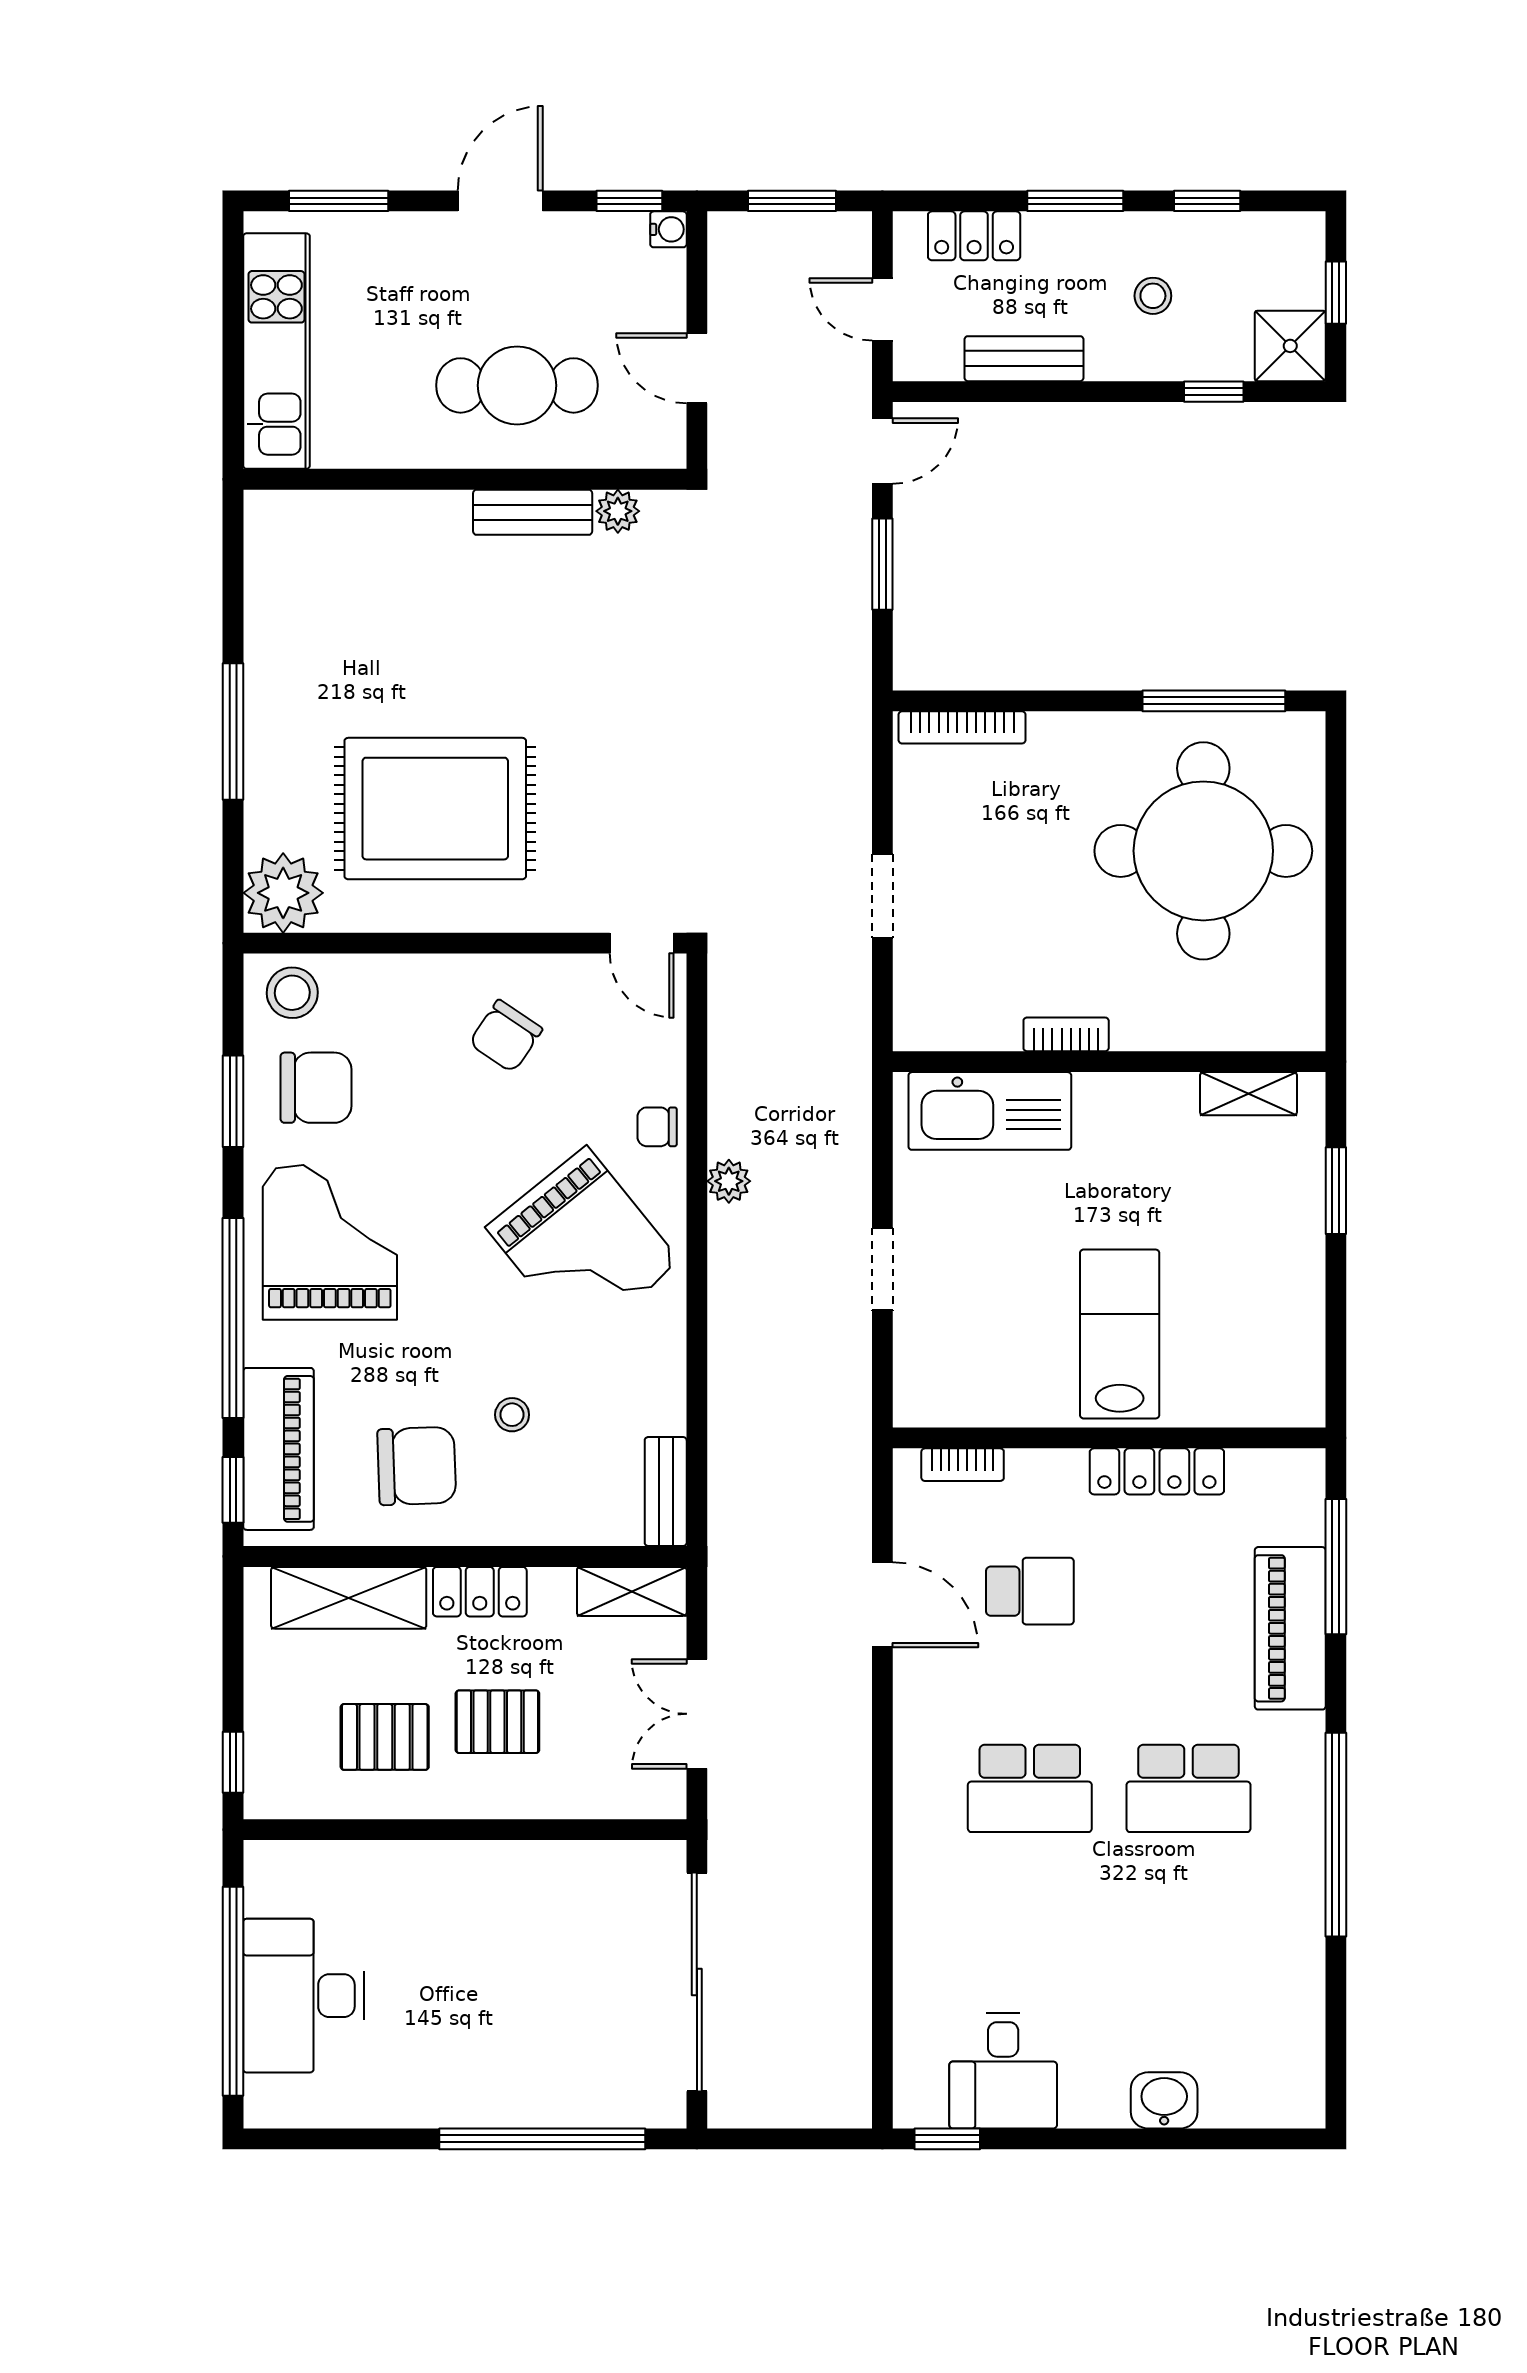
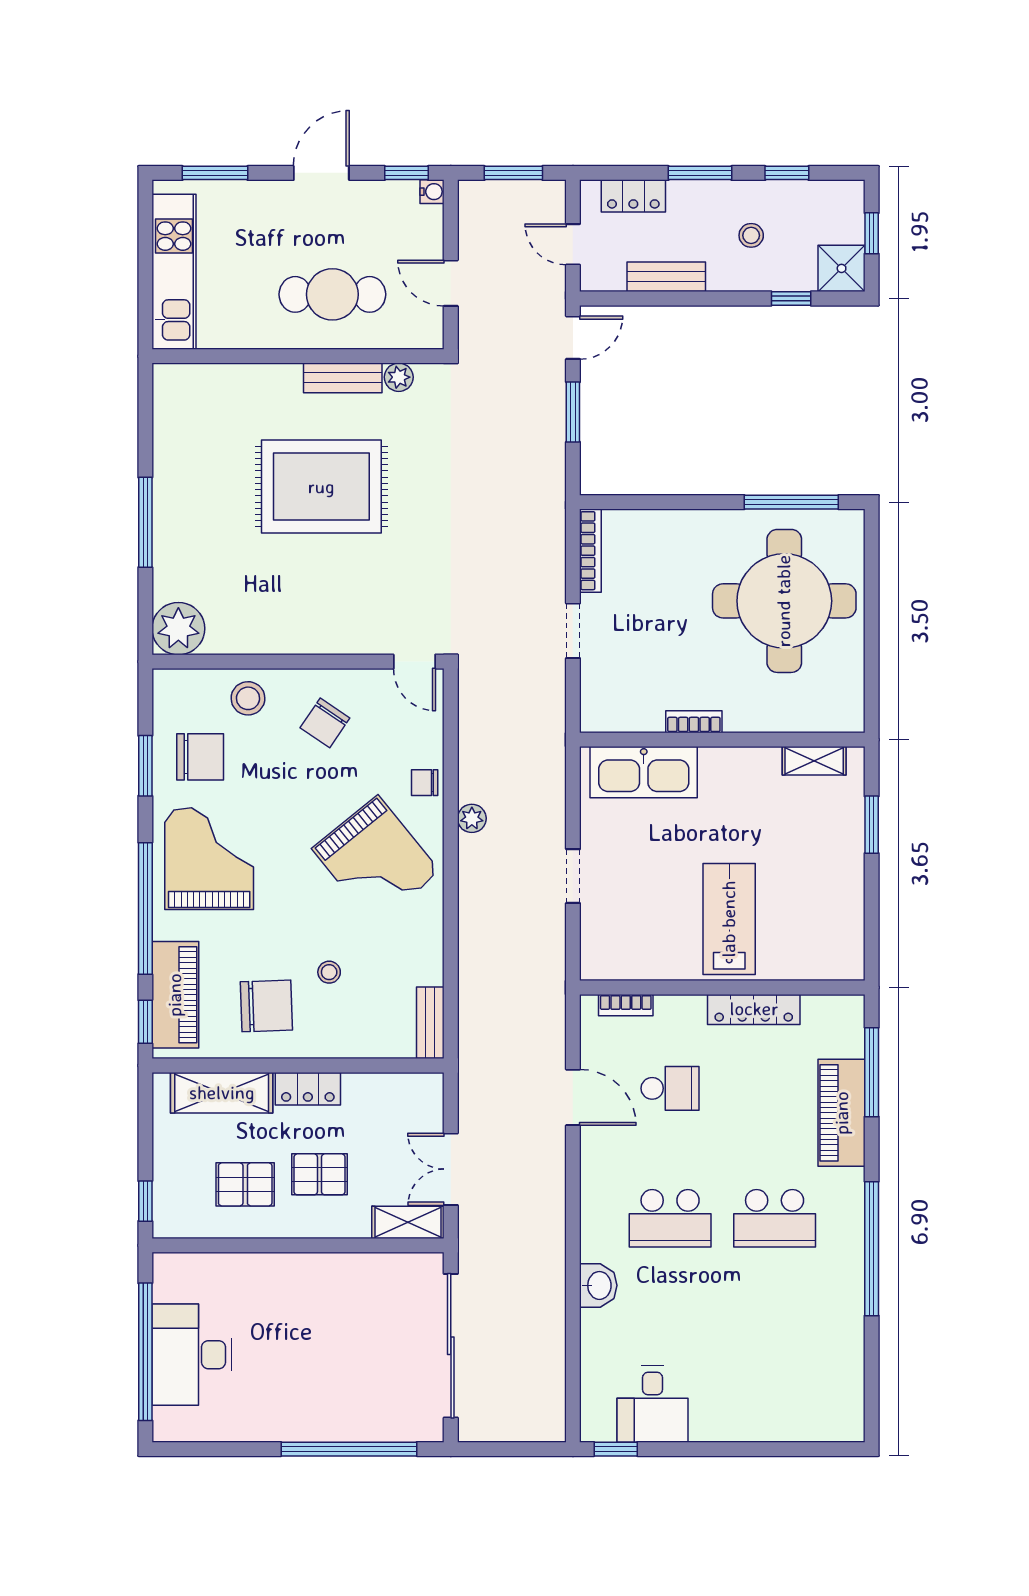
bookcase: (962, 727) -> (590, 551), moved, turned -90
rug: (435, 809) -> (321, 487), moved
stool: (292, 993) -> (248, 698), moved
shelving: (632, 1591) -> (408, 1222), moved
washbasin: (1164, 2100) -> (598, 1285), moved, turned 90

